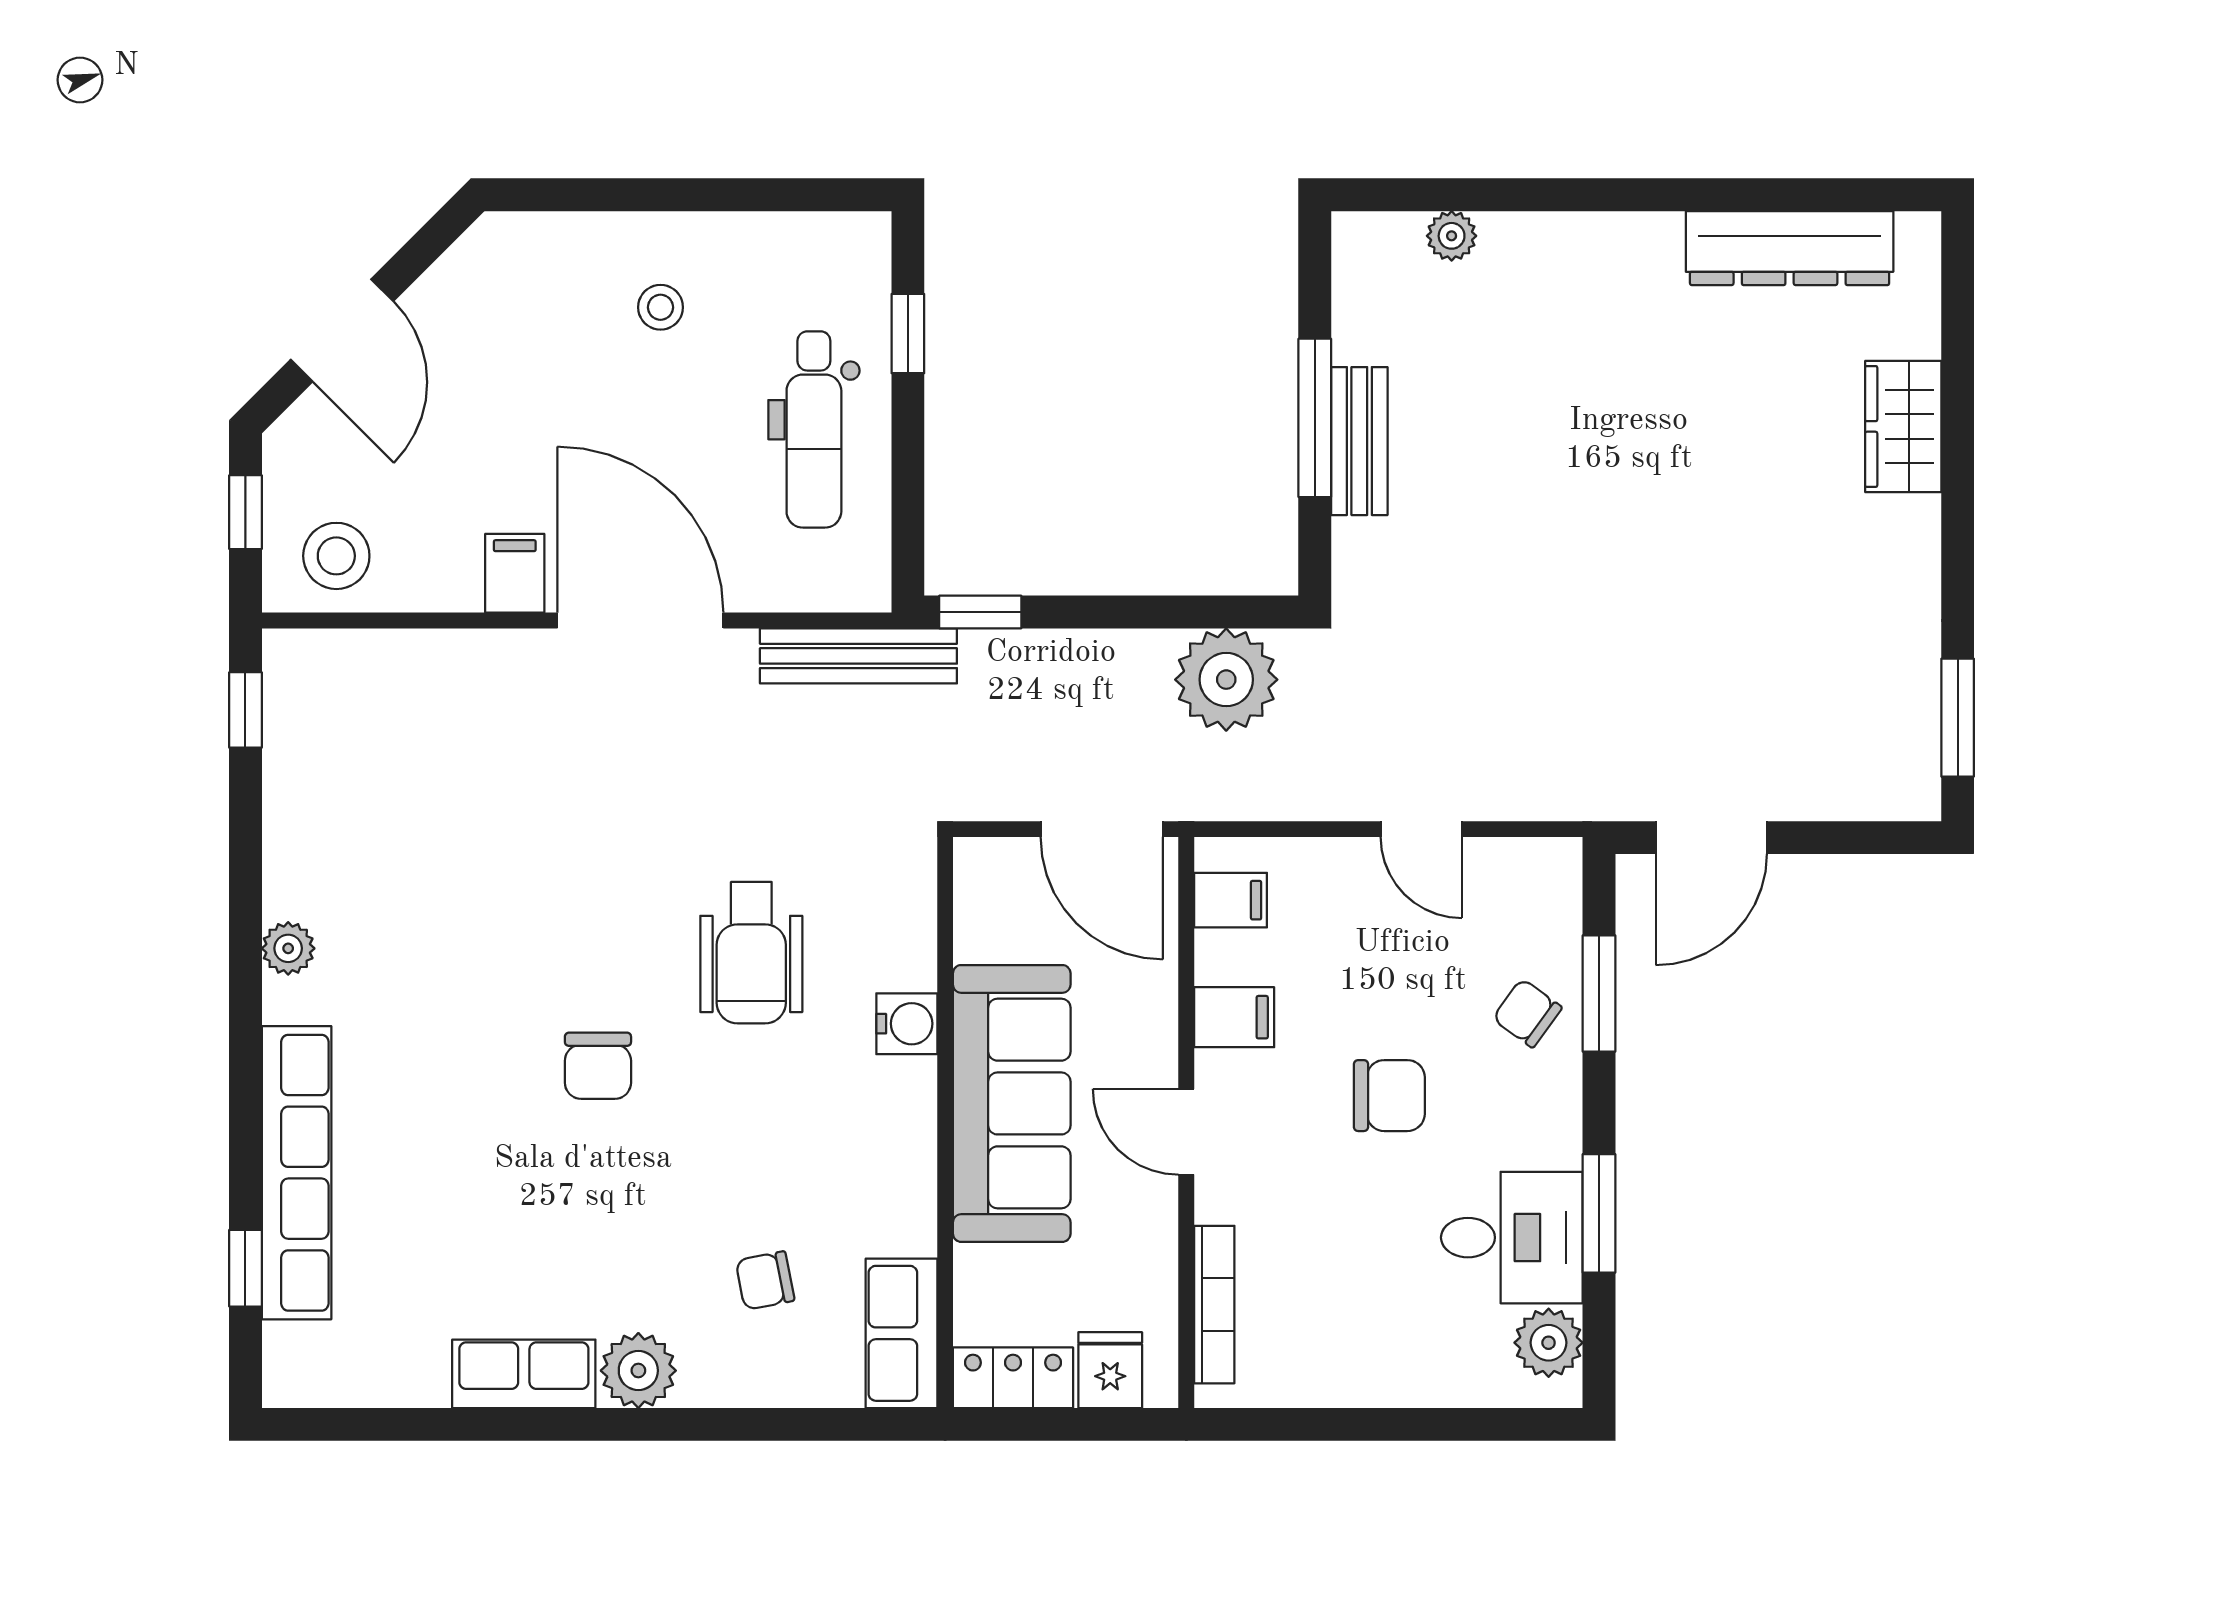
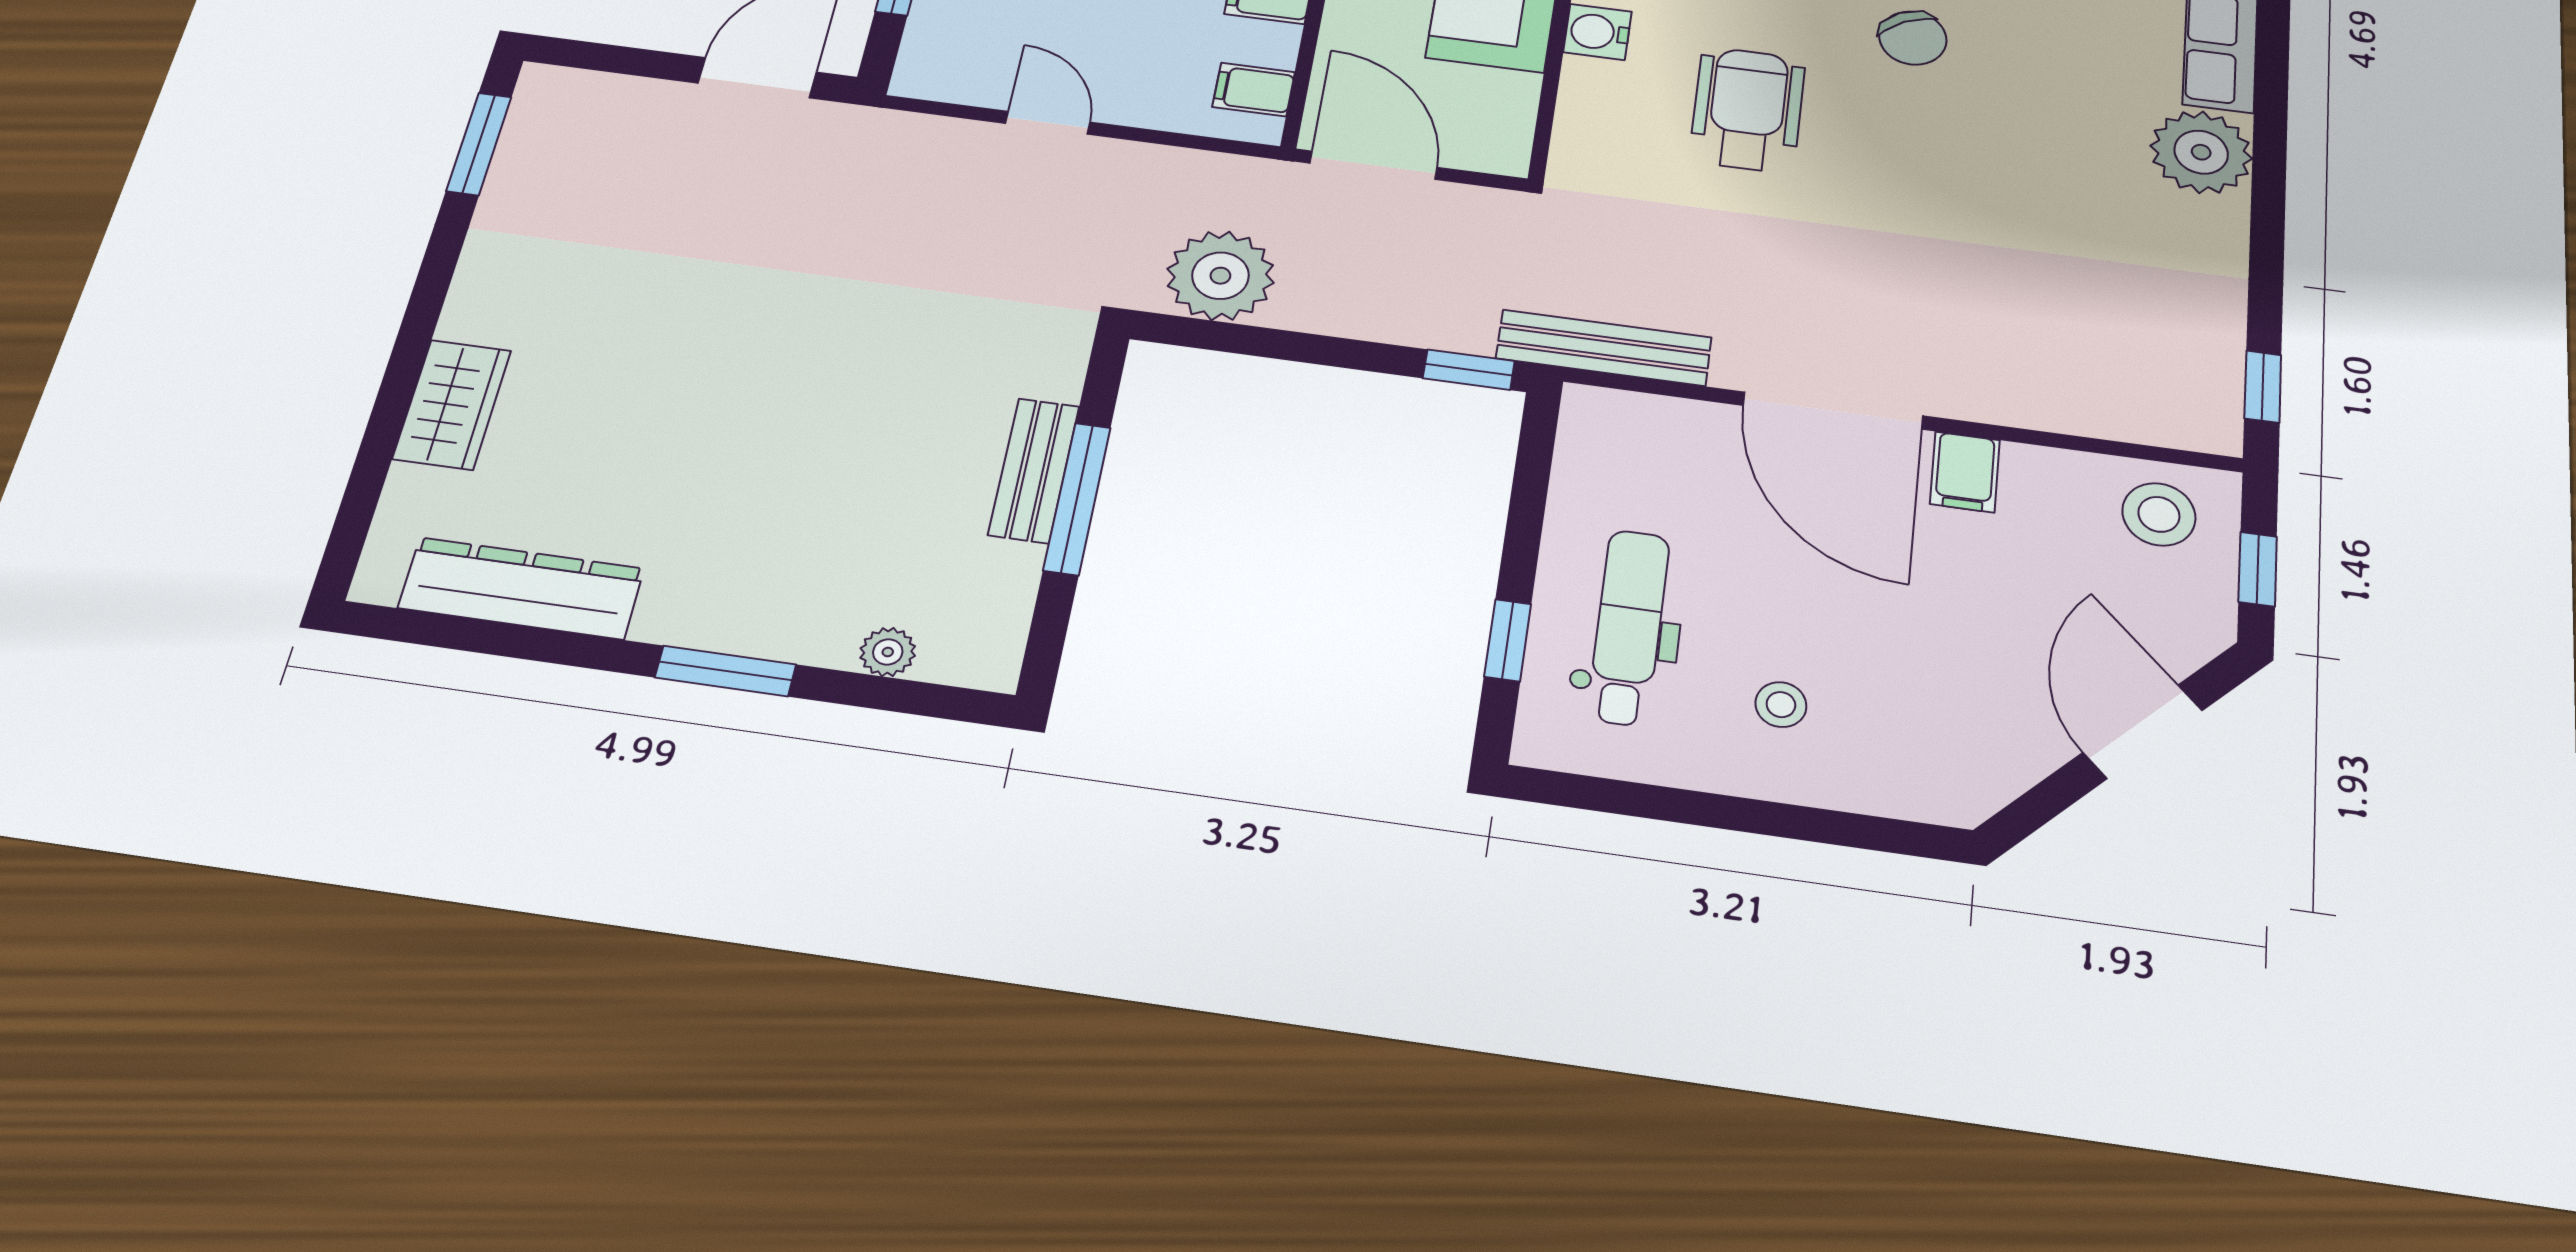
window: (1589, 195) -> (726, 671), added
dental chair: (814, 429) -> (1629, 627), moved
plant: (288, 948) -> (2201, 152), width x1.87, depth x1.87
chair: (598, 1066) -> (1913, 38), turned 152

